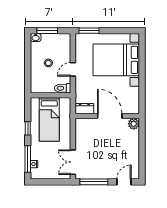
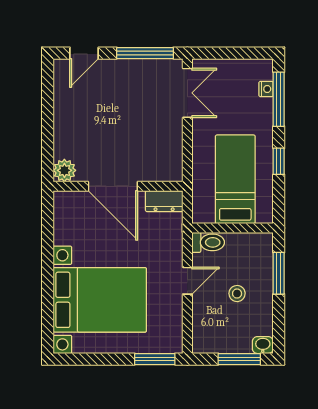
window: (28, 73) -> (279, 273), added

